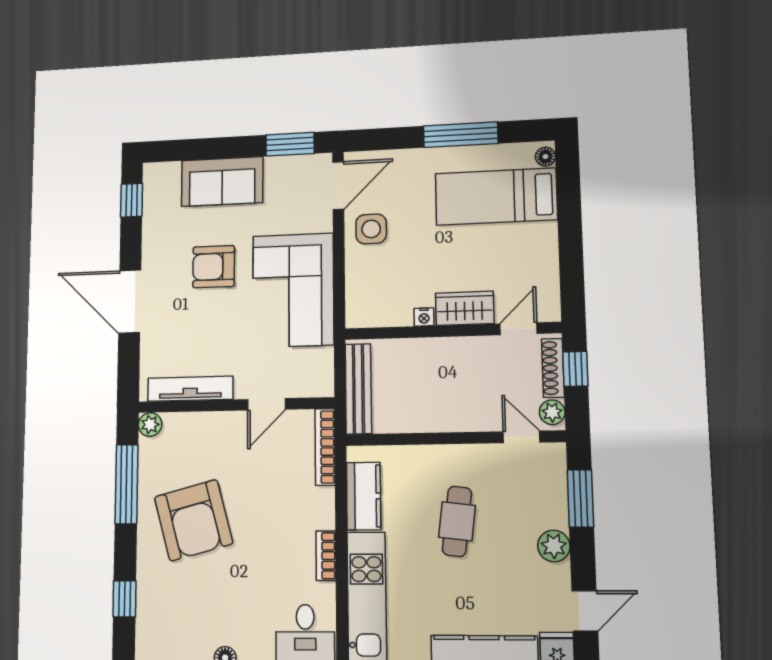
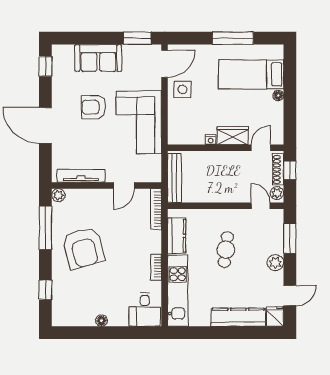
floor lamp: (545, 157) -> (278, 96), moved

